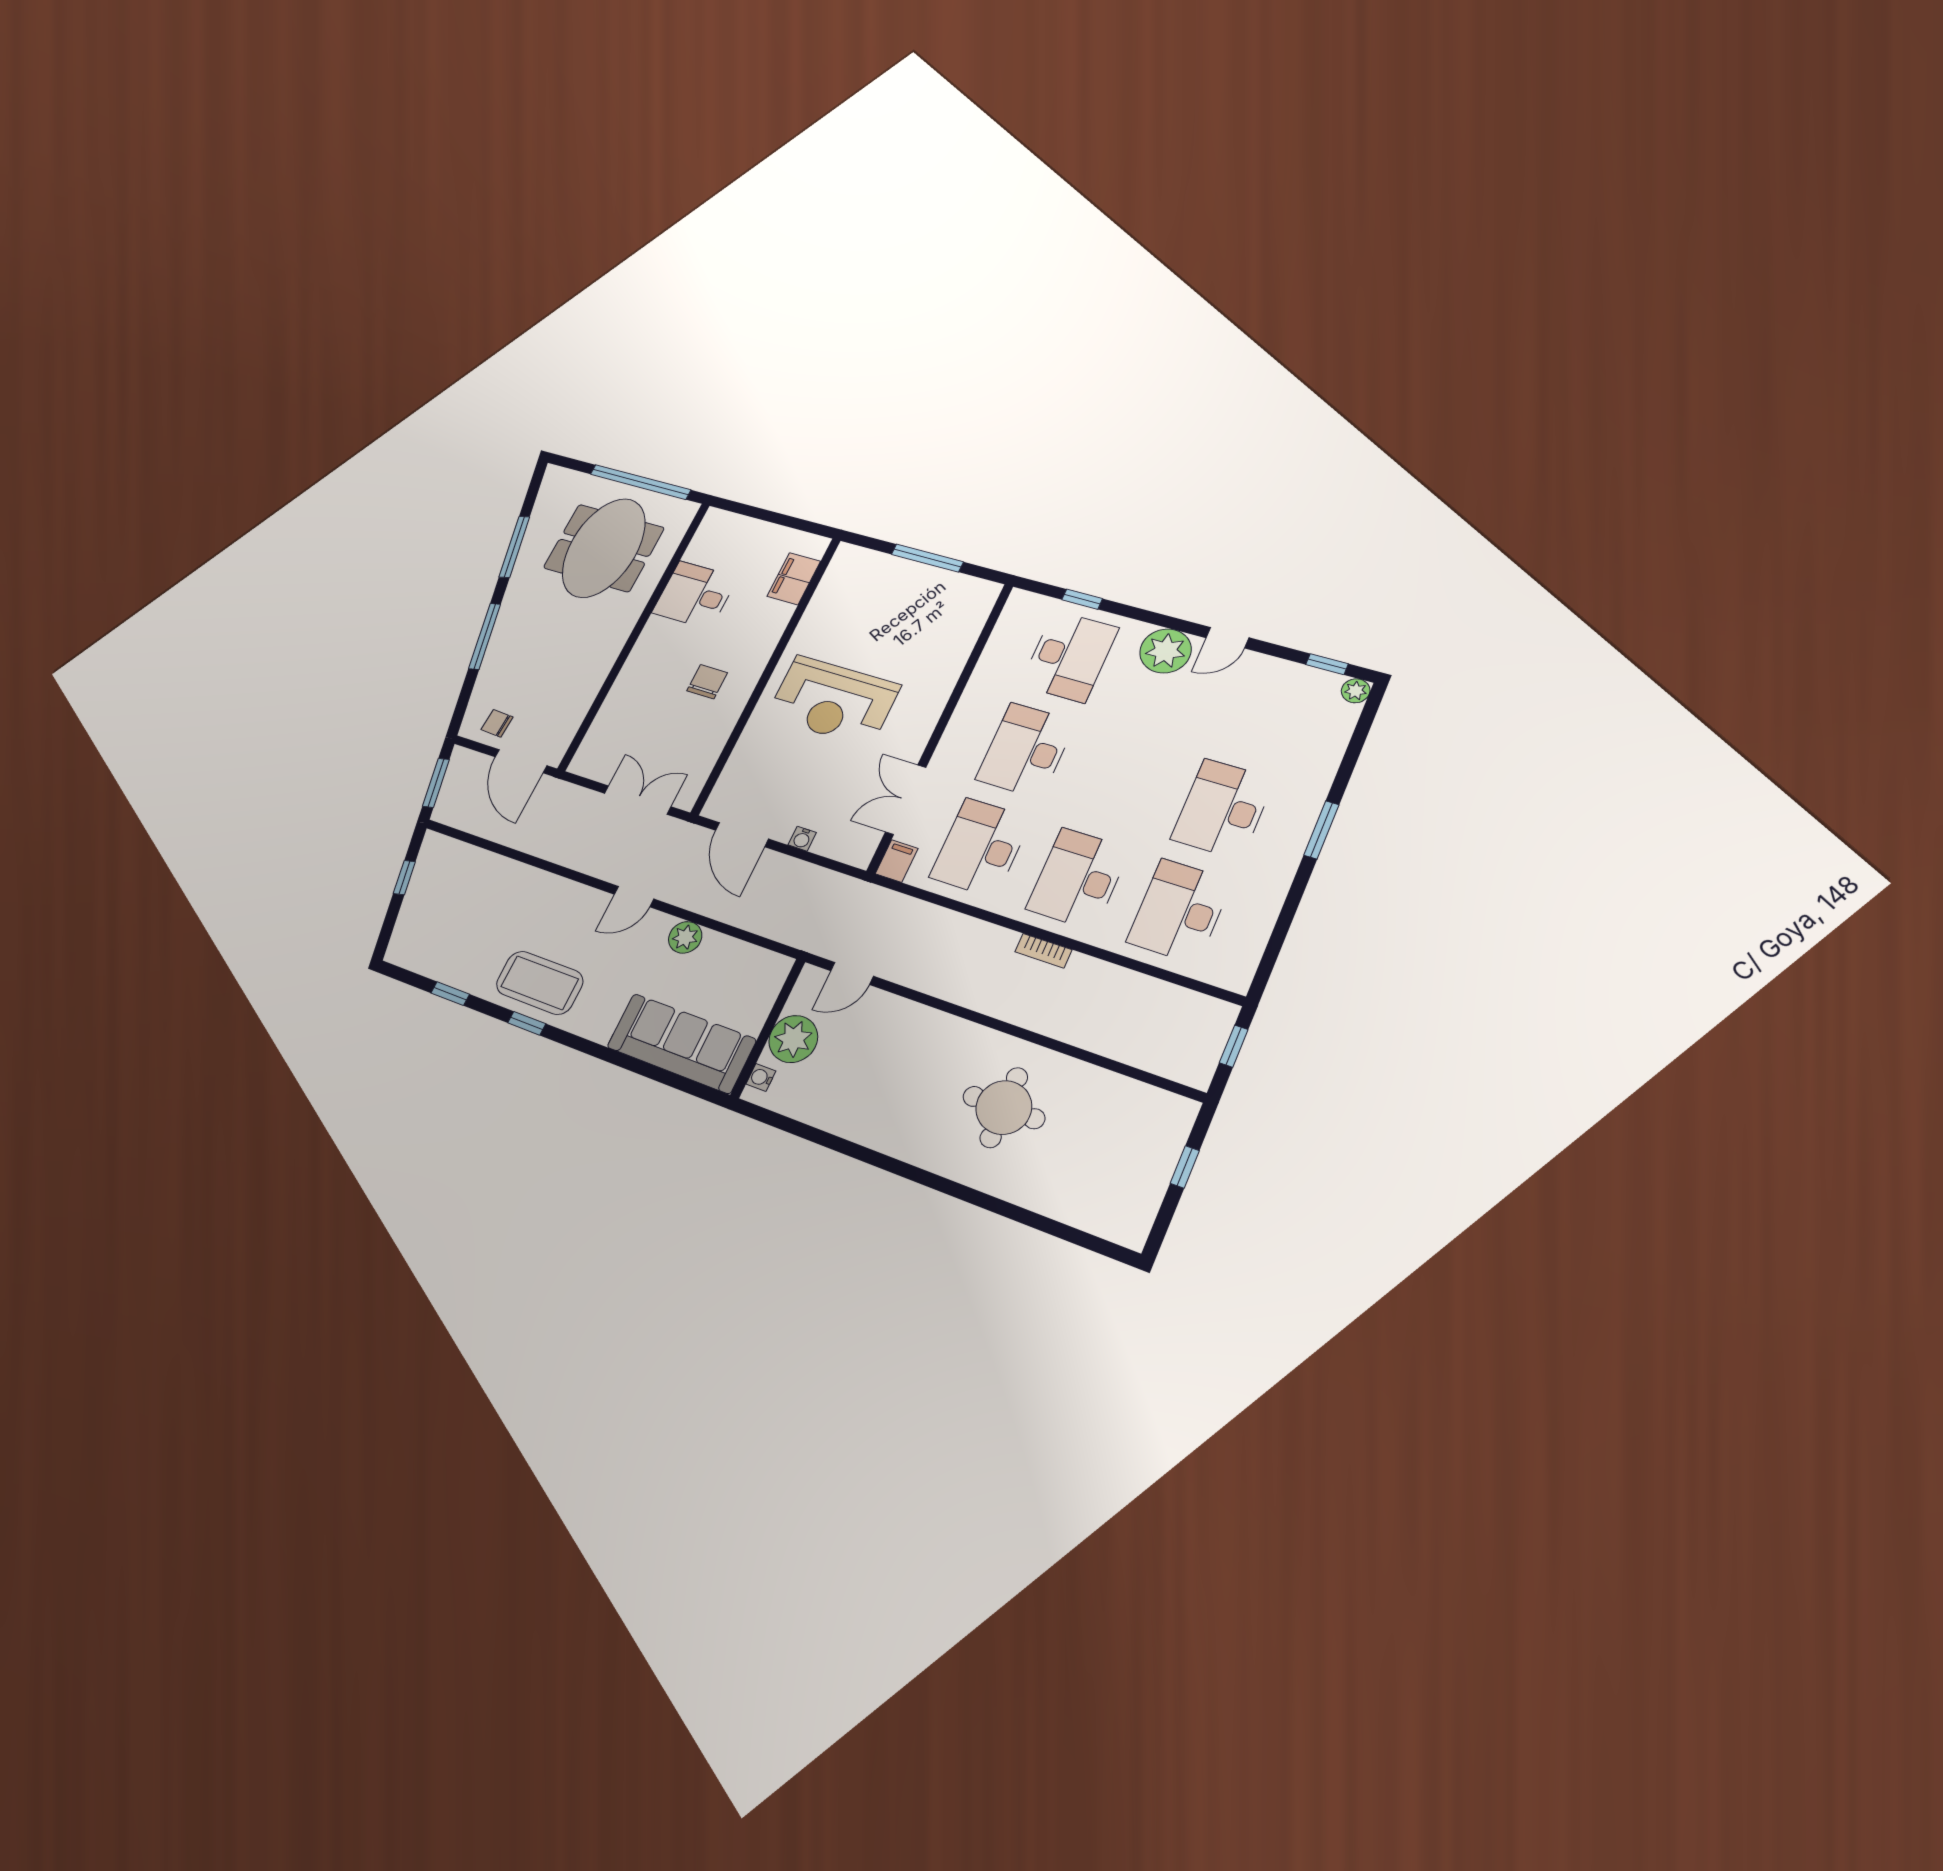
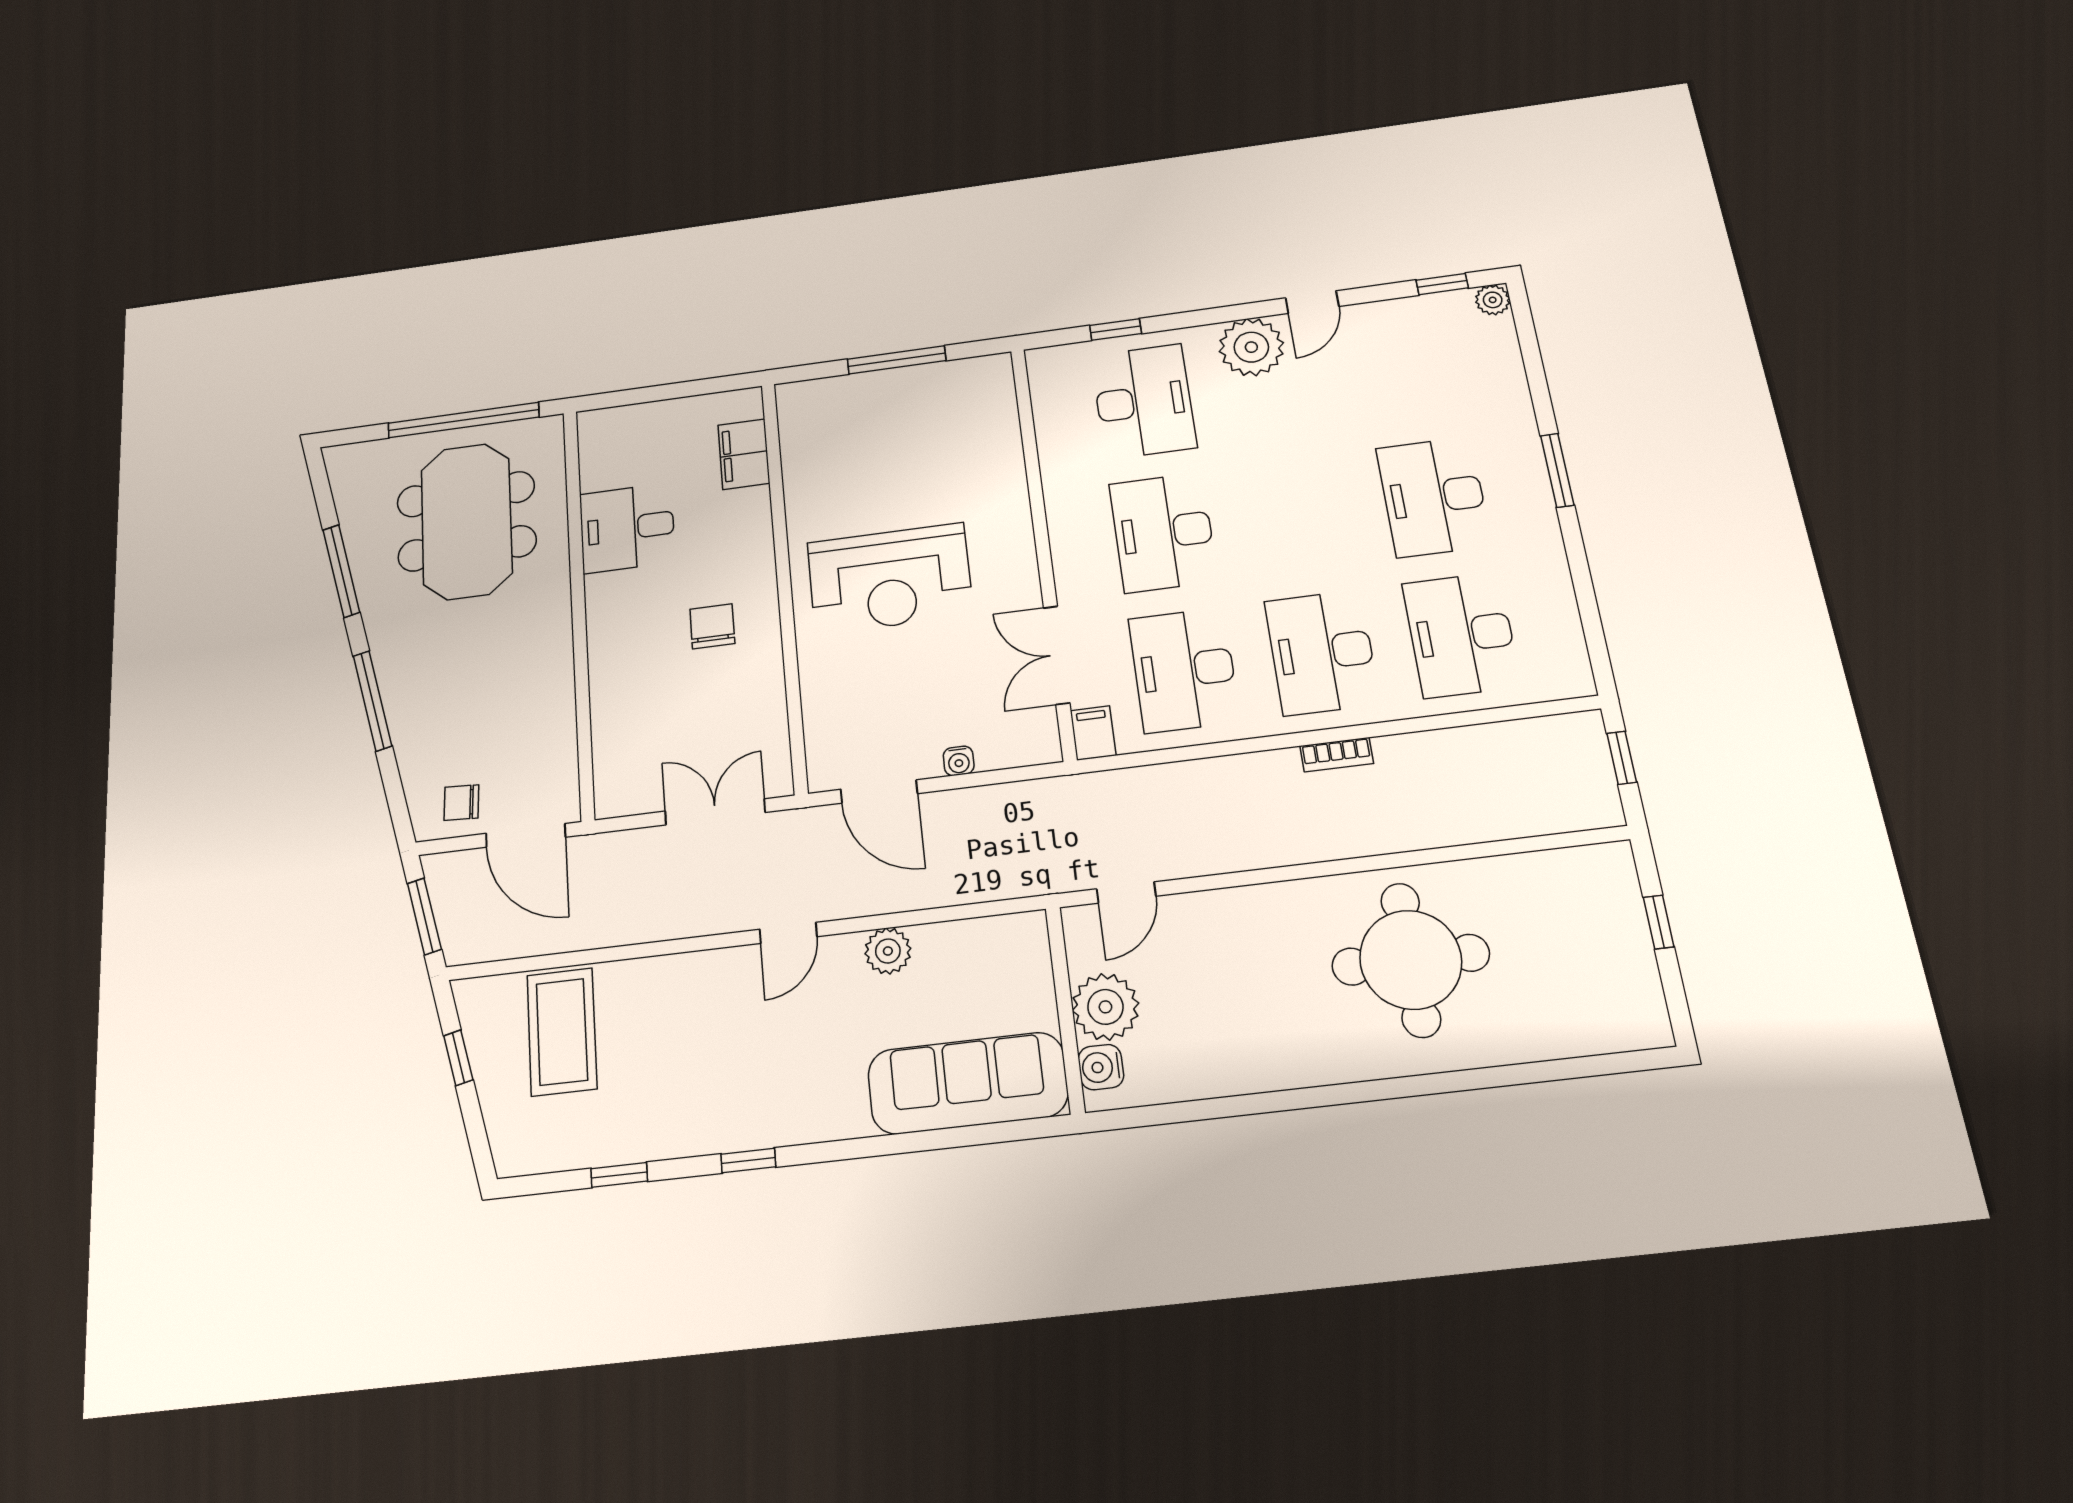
coffee table: (540, 983) -> (562, 1032), moved, turned 90
water cooler: (761, 1077) -> (1101, 1067), width x1.38, depth x1.38
round table: (1004, 1108) -> (1411, 960), width x1.36, depth x1.36

